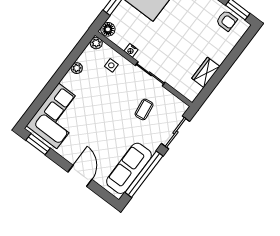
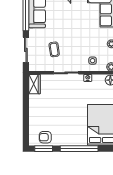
wardrobe: (206, 72) -> (35, 84), moved

